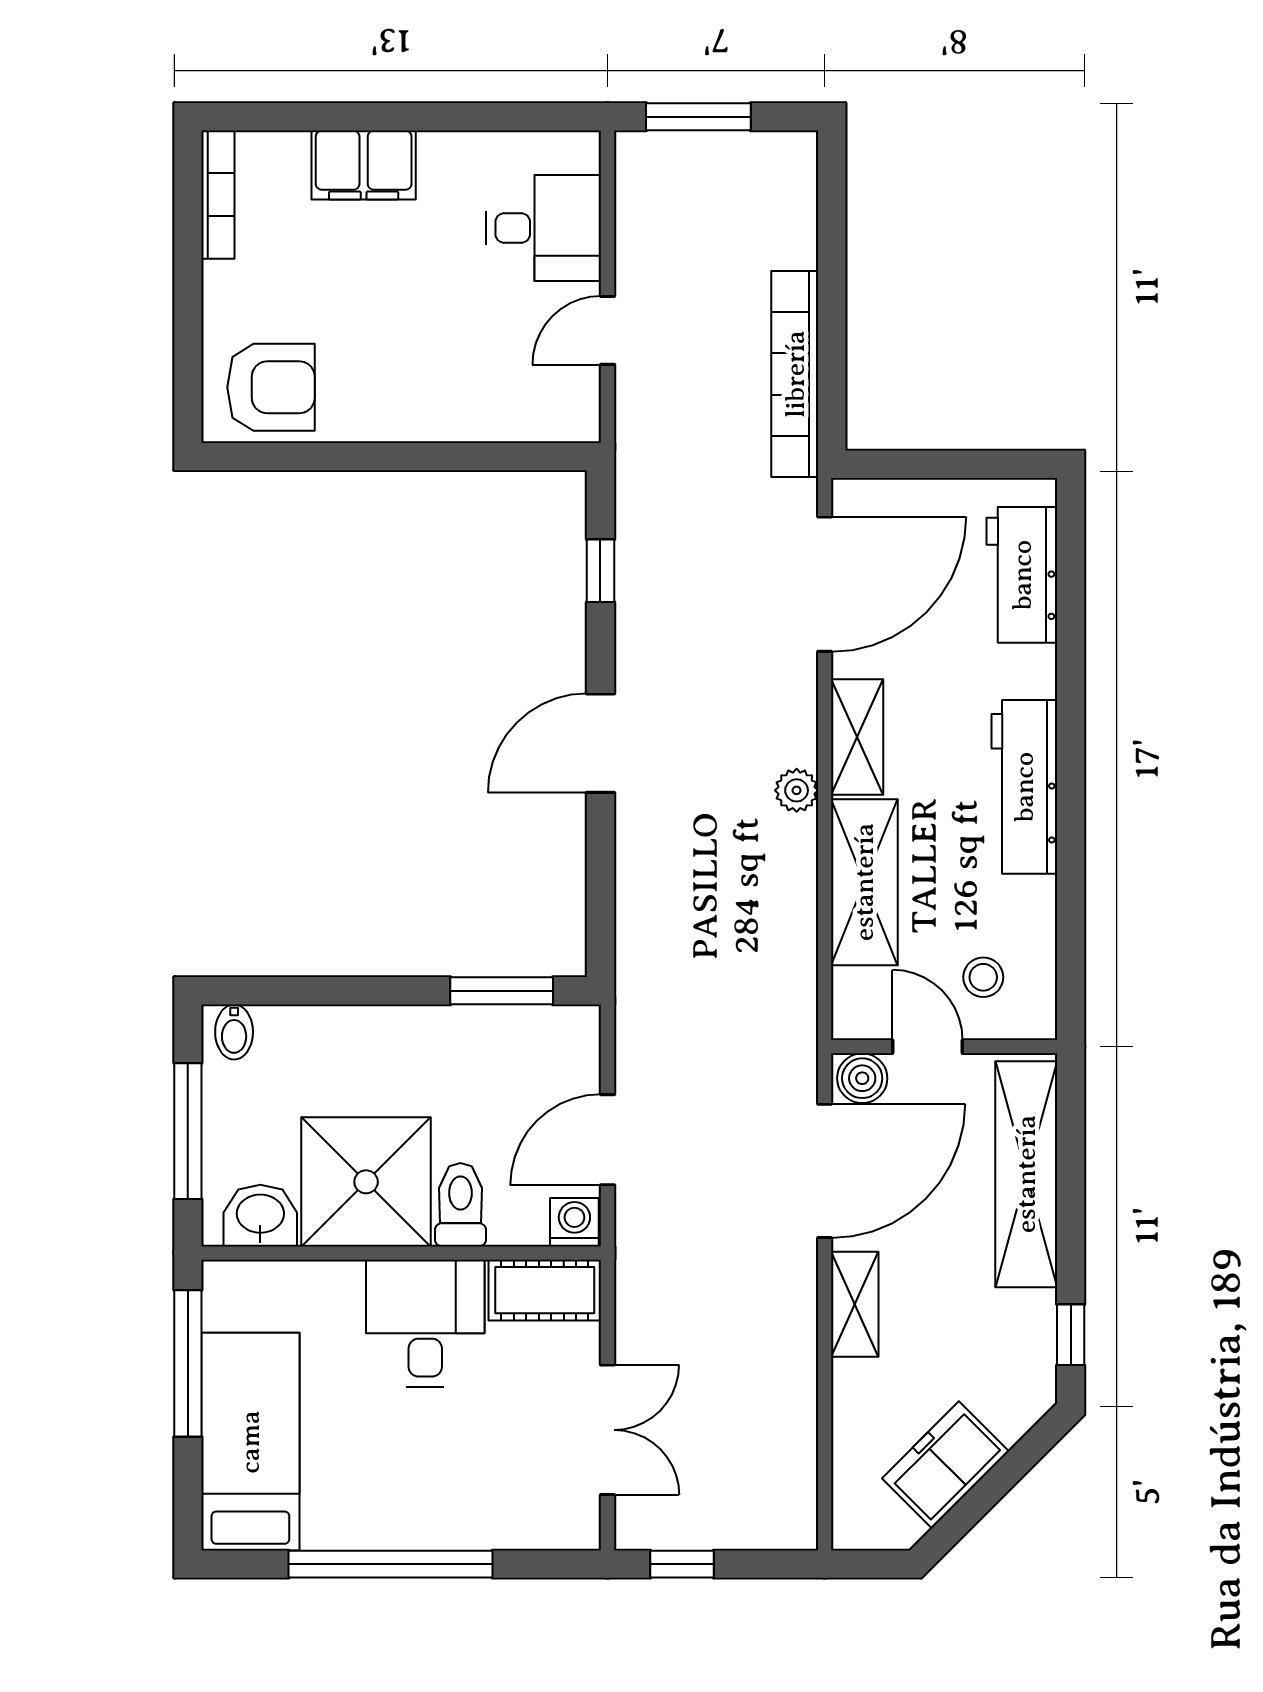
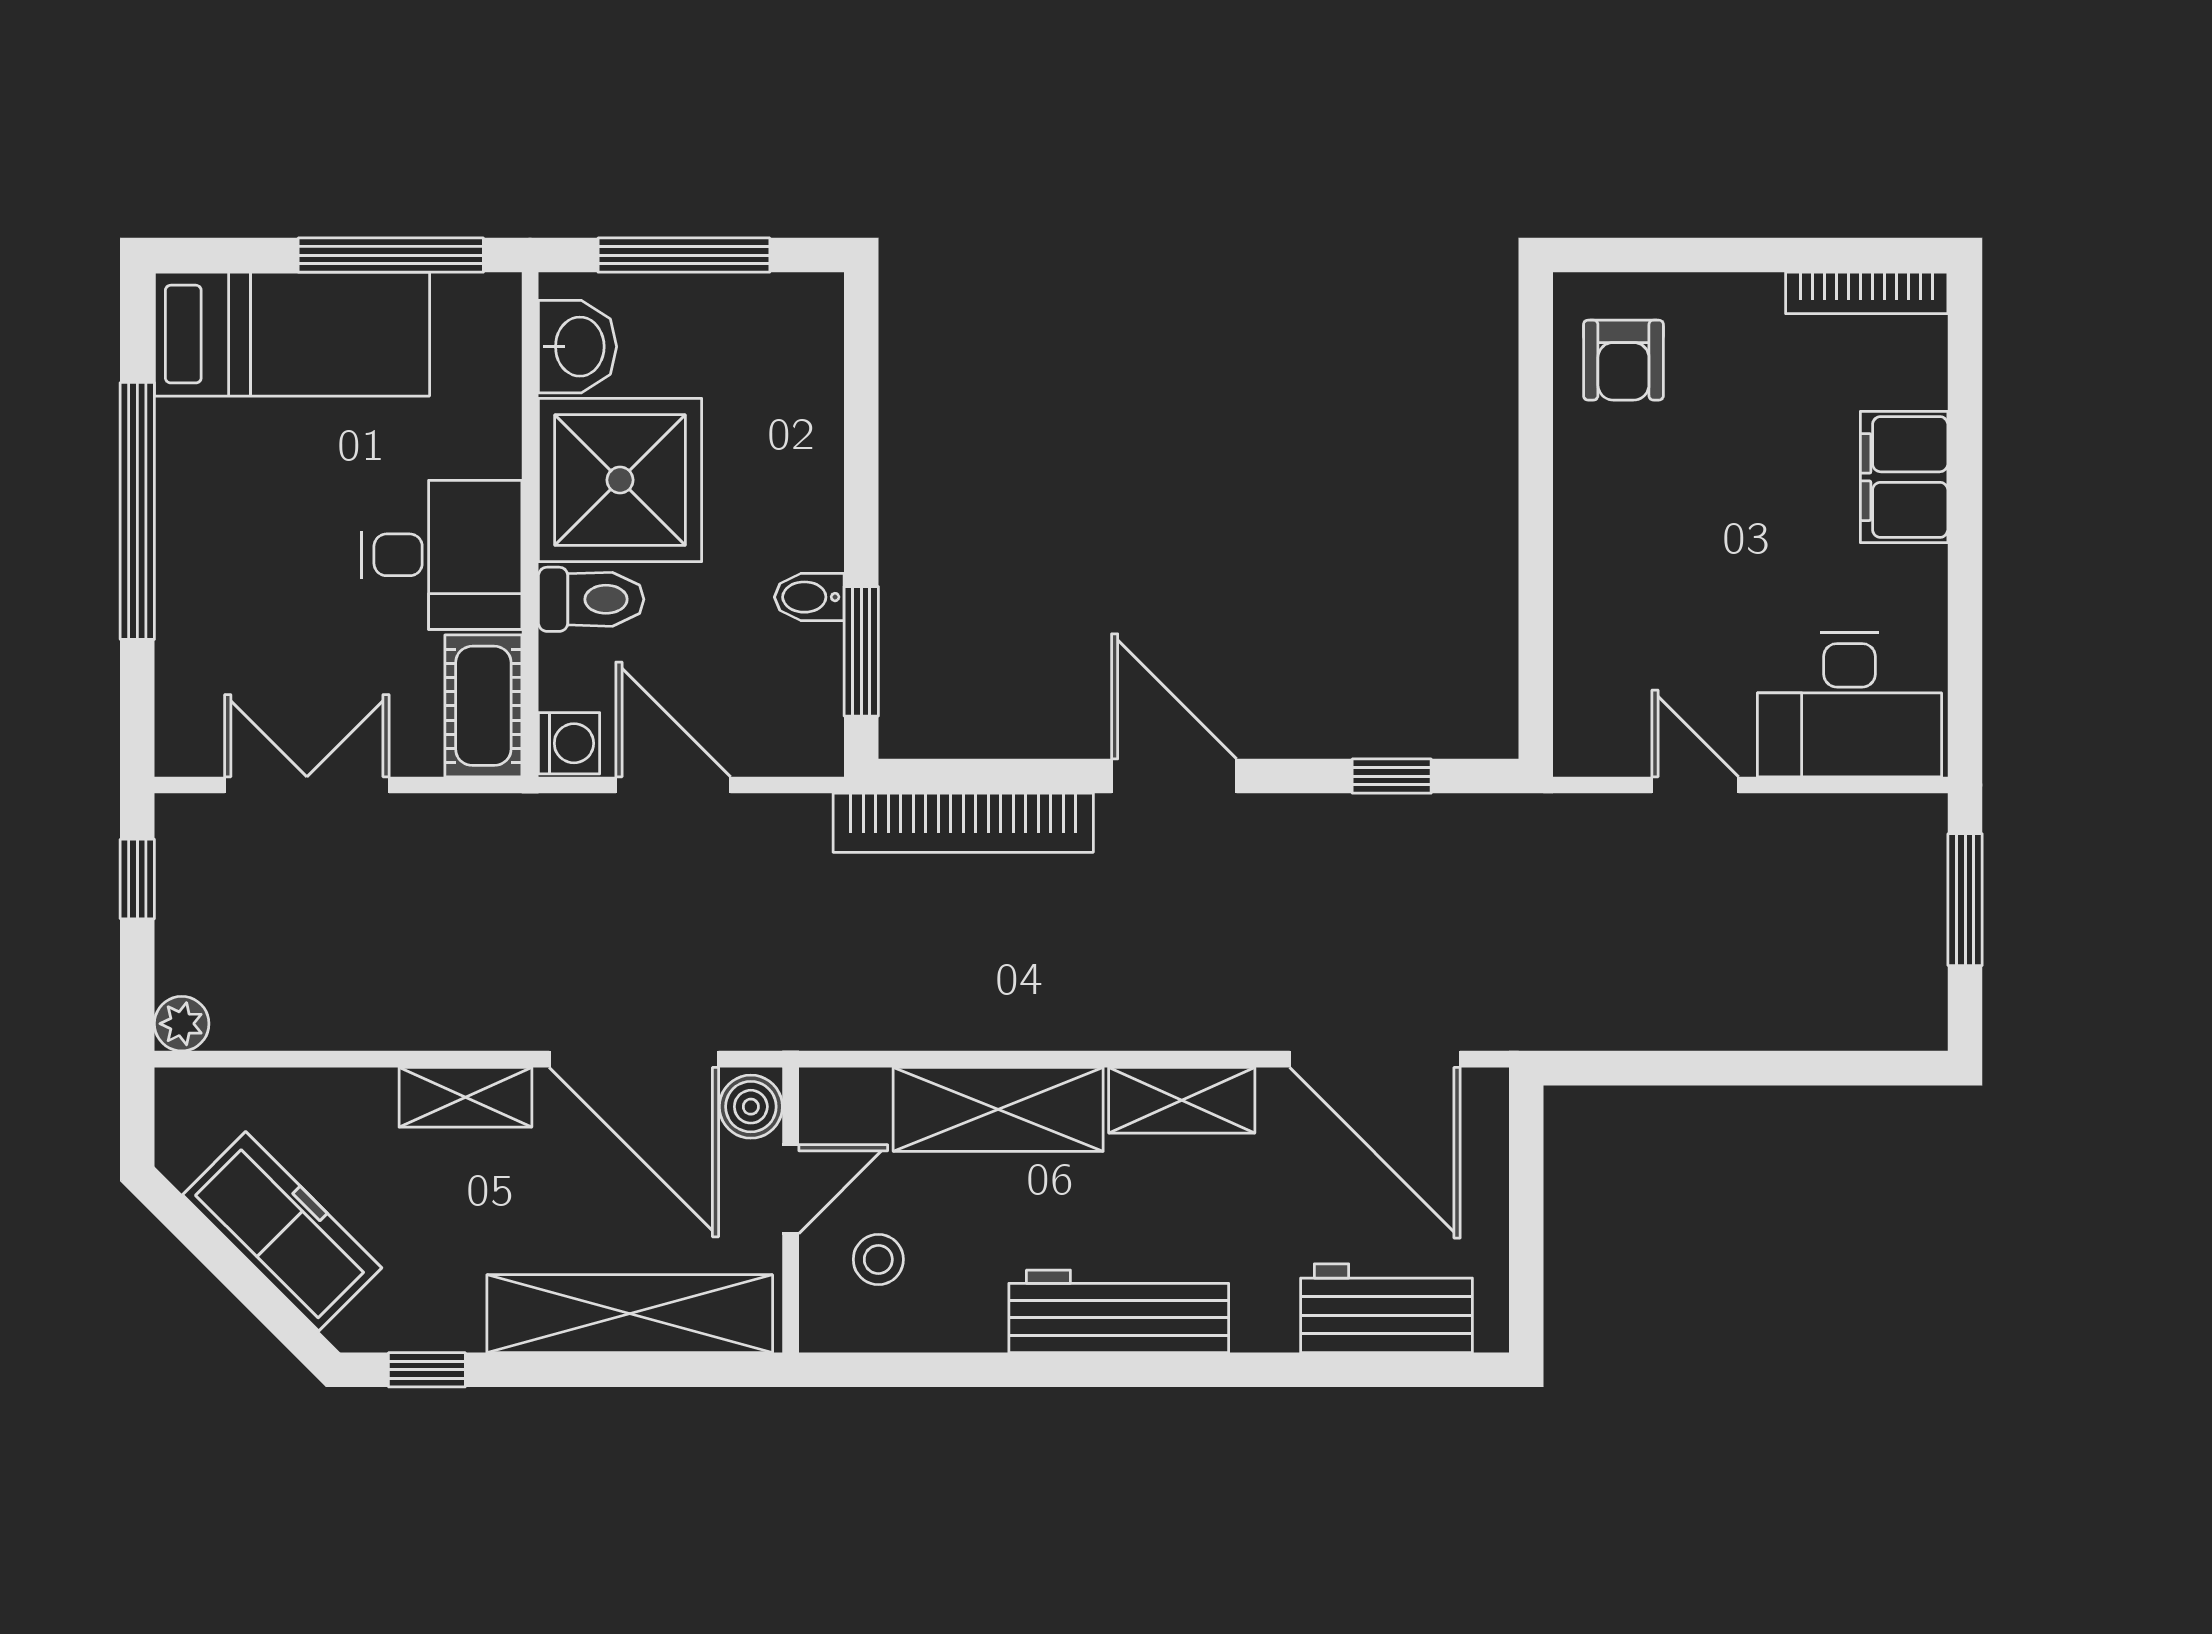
desk: (544, 228) -> (1850, 704), width x1.37
bookcase: (795, 374) -> (963, 823), moved, turned 180
armchair: (271, 387) -> (1623, 360), width x0.72, depth x0.72
plant: (797, 790) -> (182, 1024), moved
bidet: (234, 1032) -> (809, 597), moved
double door: (607, 1430) -> (307, 785), swing flipped
freezer: (945, 1465) -> (282, 1231), width x1.40

